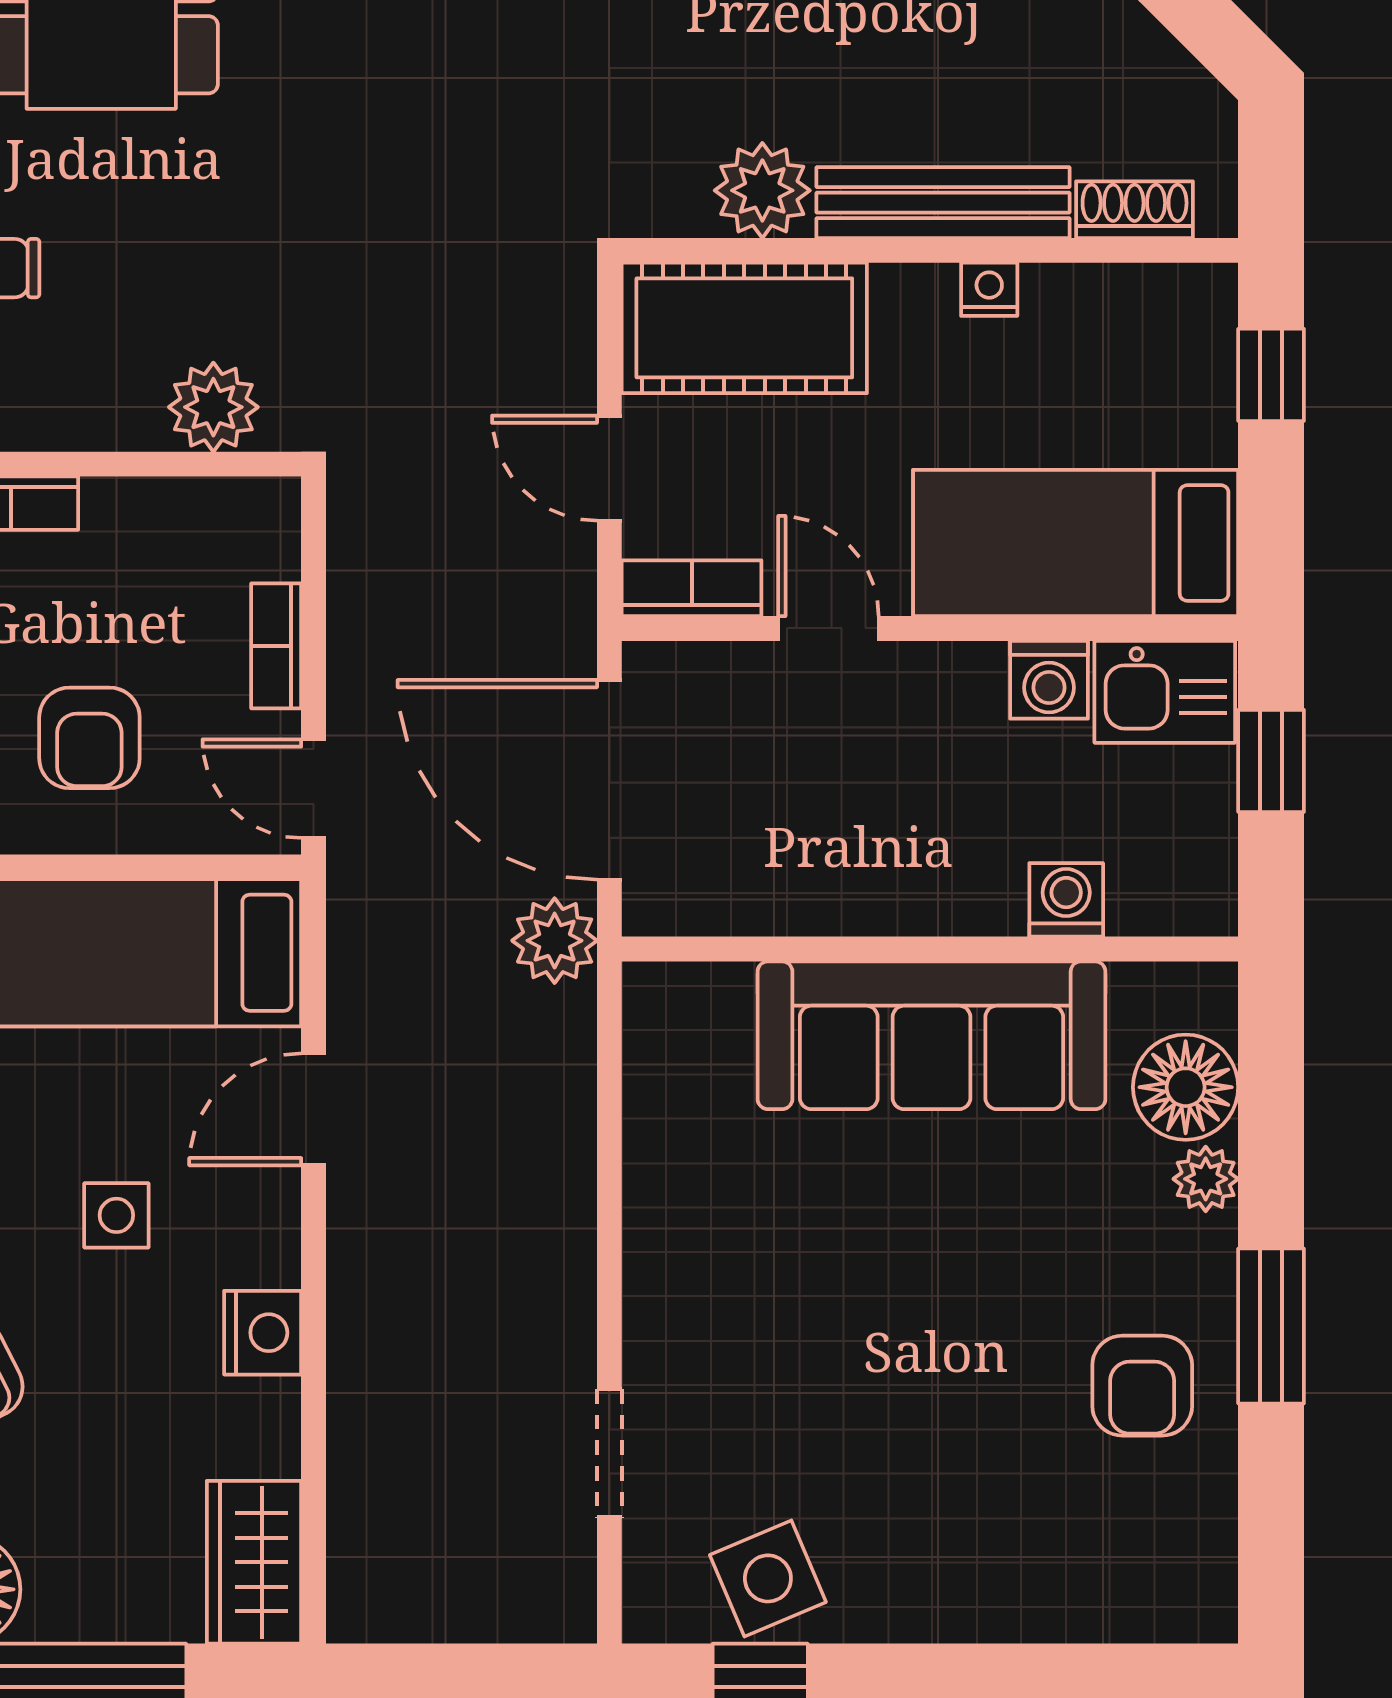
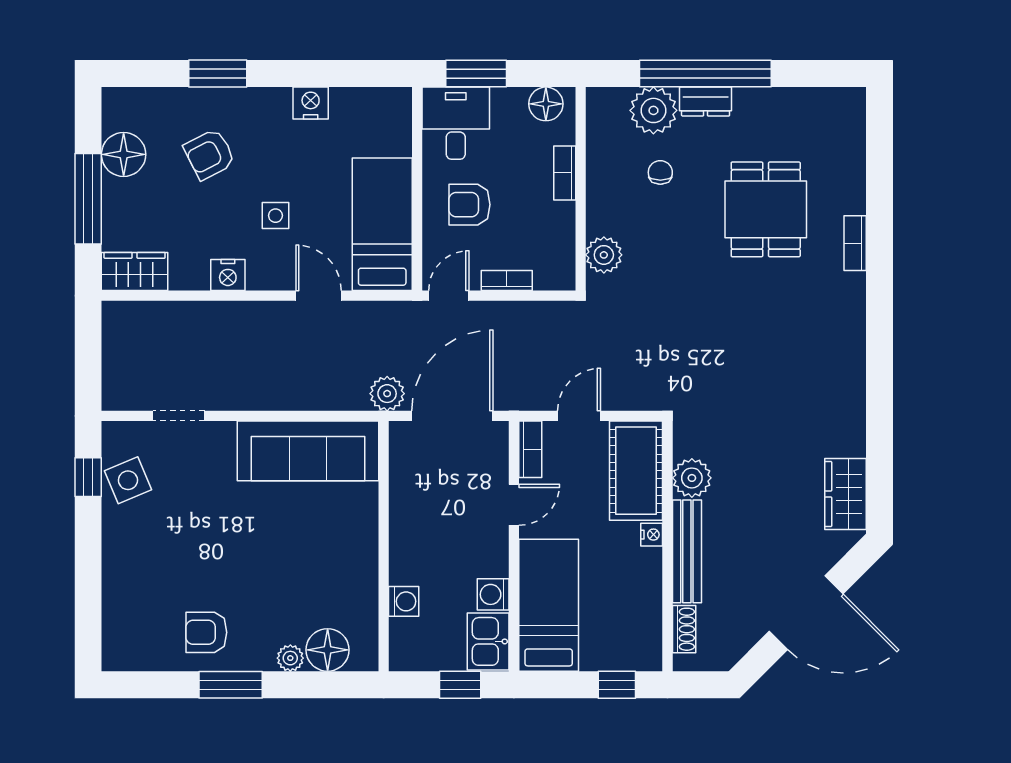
nightstand: (989, 289) -> (652, 535), moved
sofa: (932, 1035) -> (308, 451), moved, turned -90

